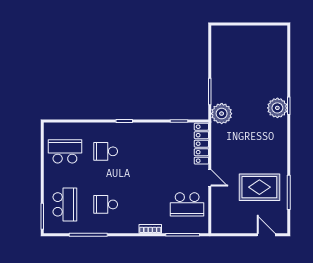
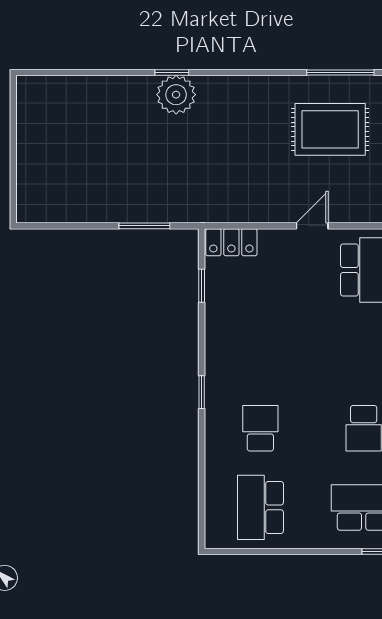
plant: (222, 114) -> (187, 203), removed
locker: (201, 144) -> (231, 242), width x0.66
school desk: (106, 151) -> (260, 428), turned 180
rug: (259, 187) -> (330, 129), turned 90

